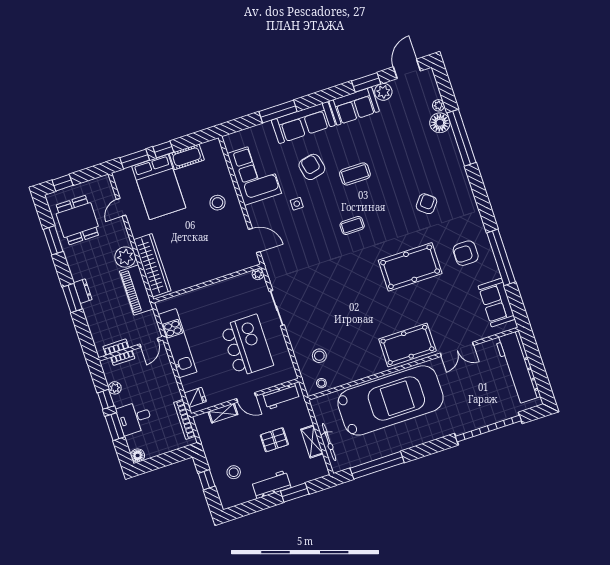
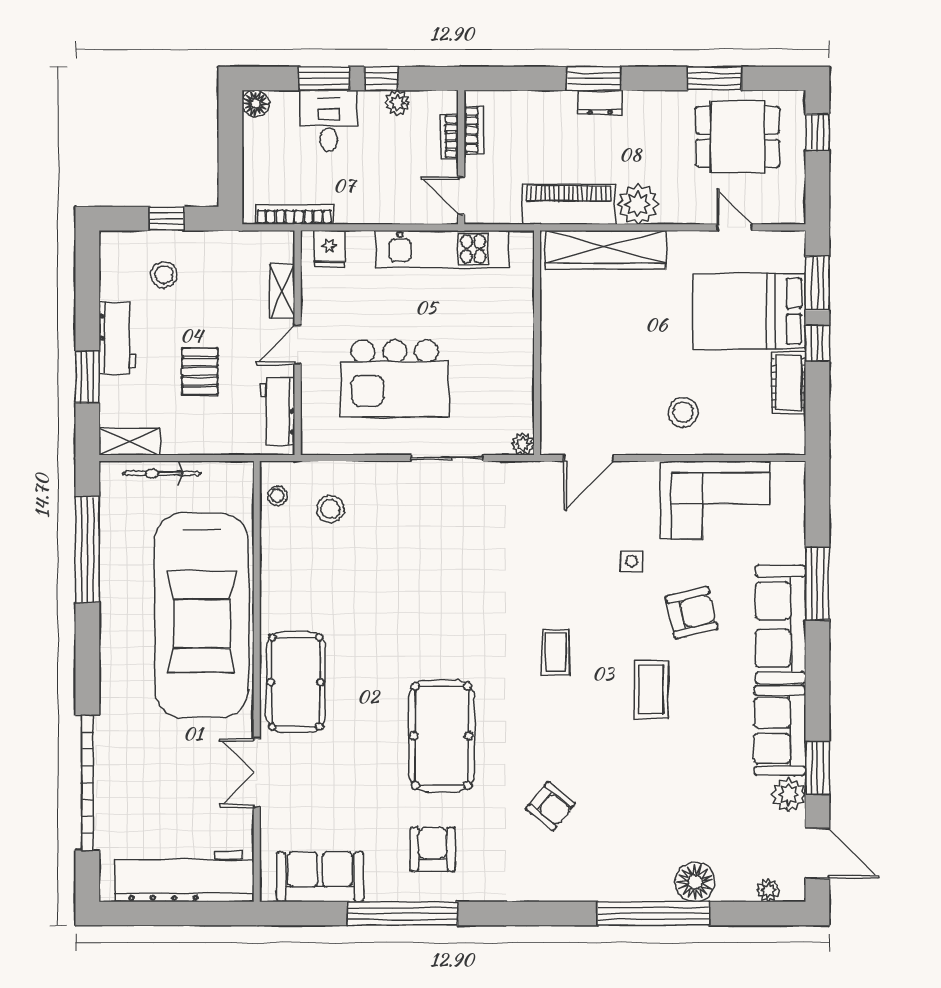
plant: (438, 105) -> (768, 890), moved
shelving: (312, 441) -> (129, 441), moved

